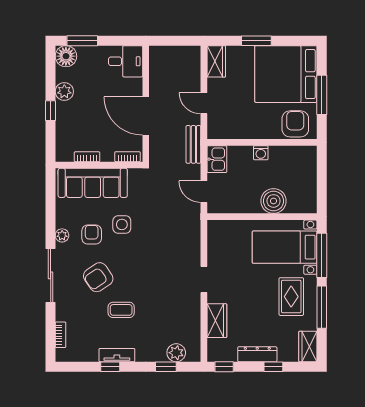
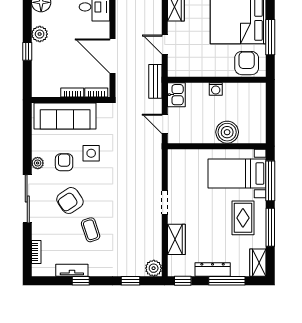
bookcase: (87, 157) -> (72, 92), moved
coffee table: (121, 310) -> (91, 230), turned 72
plant: (176, 353) -> (154, 268), moved
tv unit: (117, 355) -> (72, 270), moved
window: (273, 367) -> (227, 281), width x2.17

